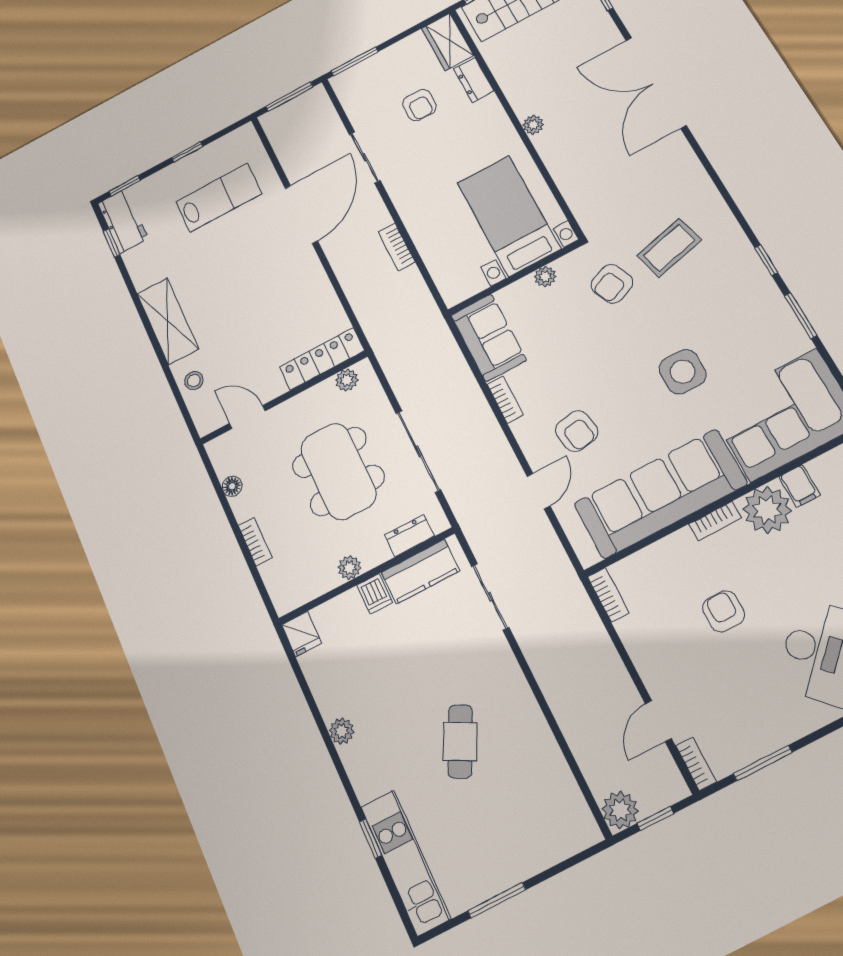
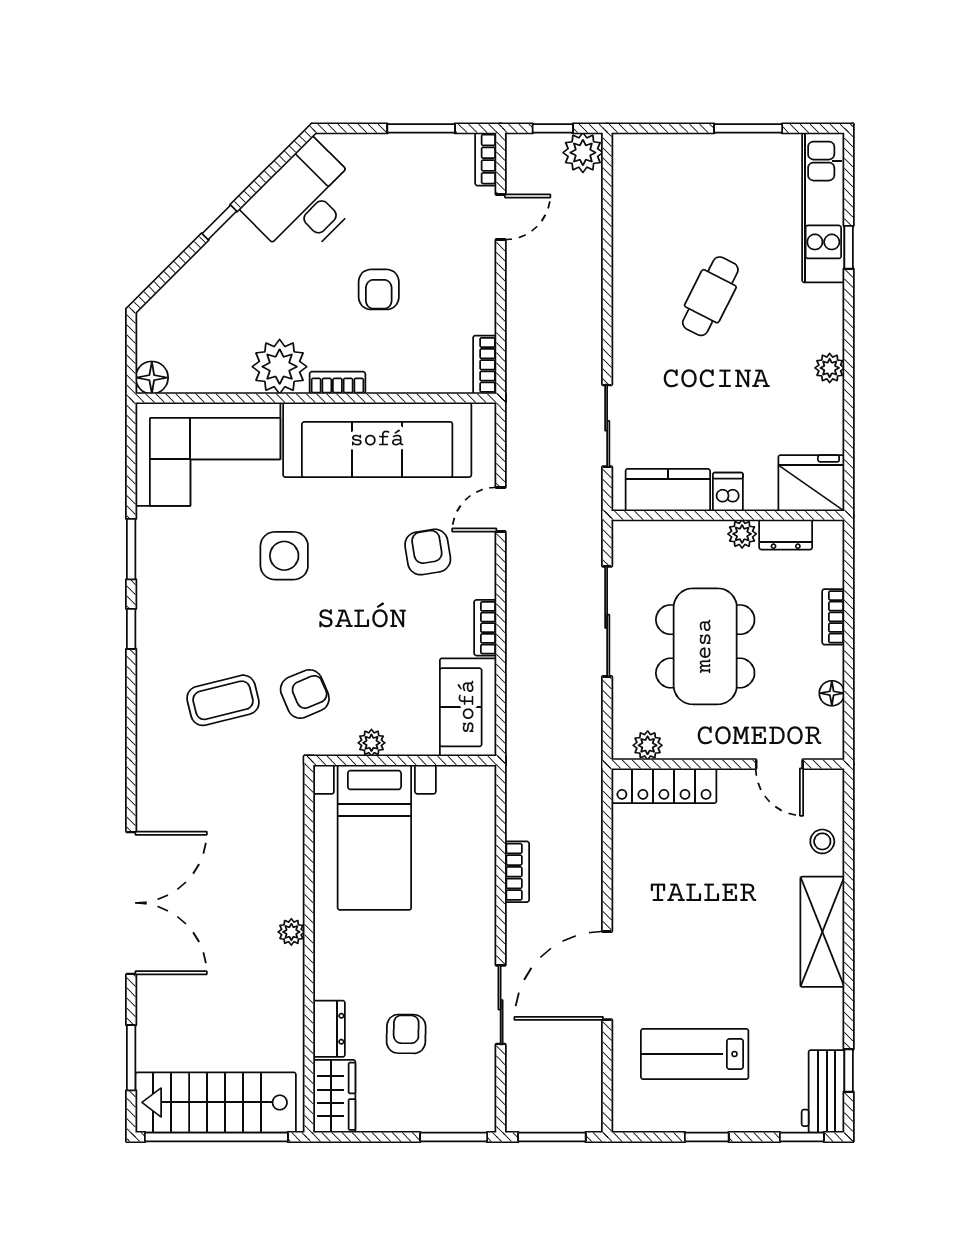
filing cabinet: (799, 486) -> (234, 374), removed
dresser: (409, 536) -> (786, 535), moved
fridge: (301, 634) -> (811, 483), width x1.88, depth x1.34

